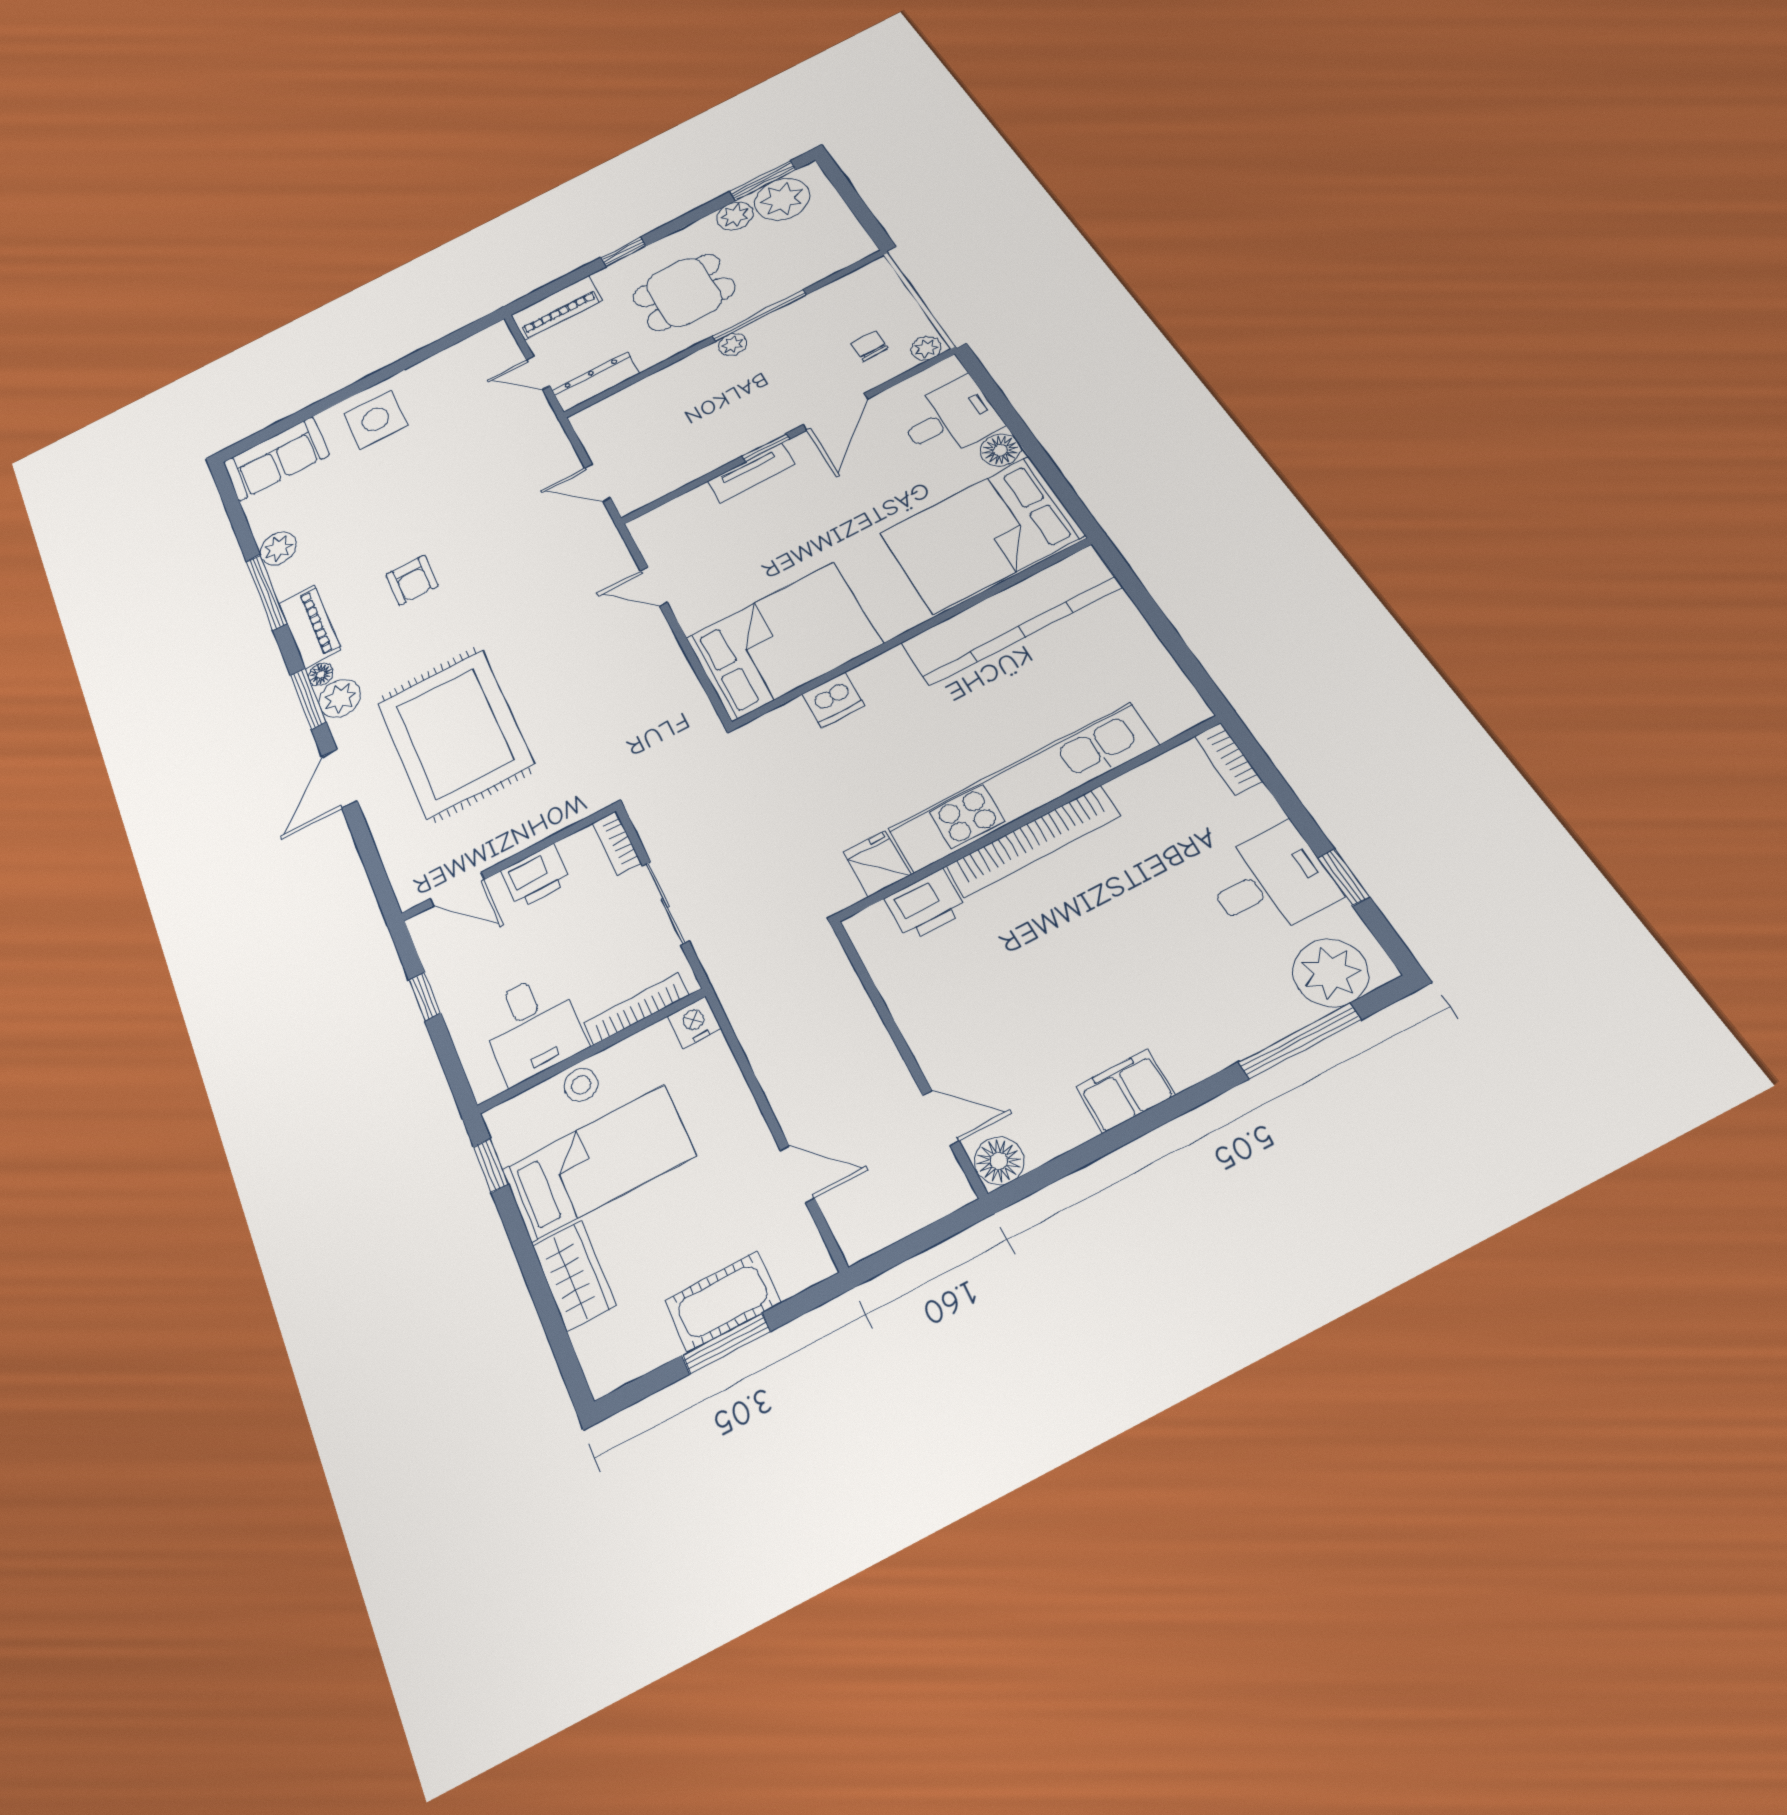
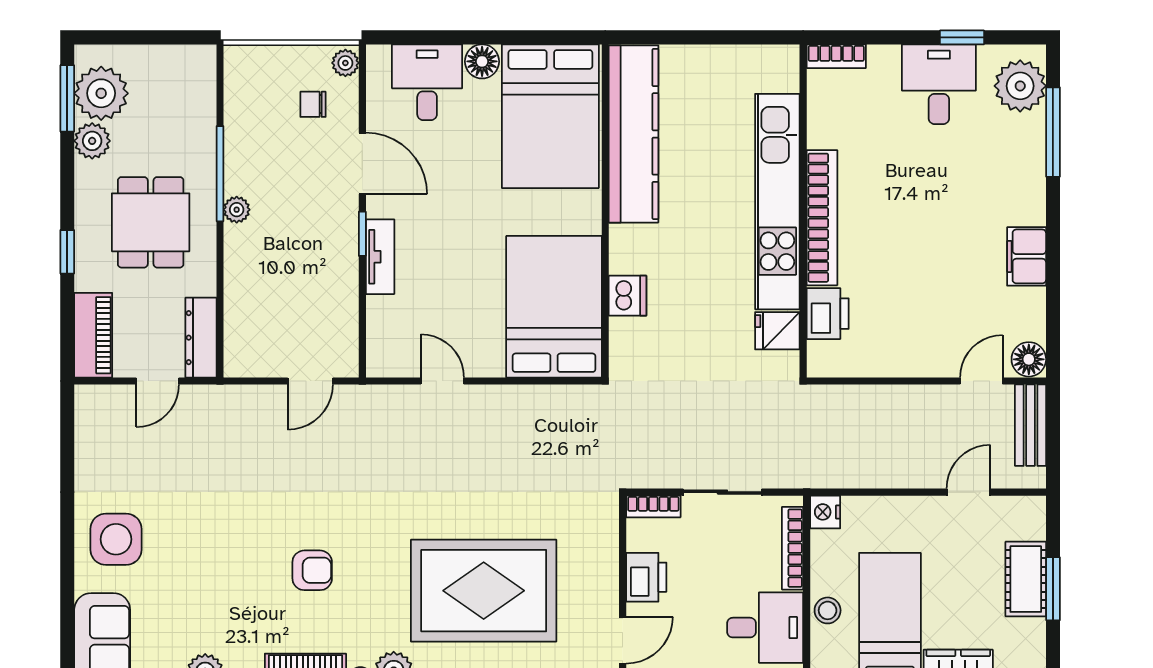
door: (654, 587) -> (442, 381), swing flipped
bench: (918, 1206) -> (1030, 425), added

